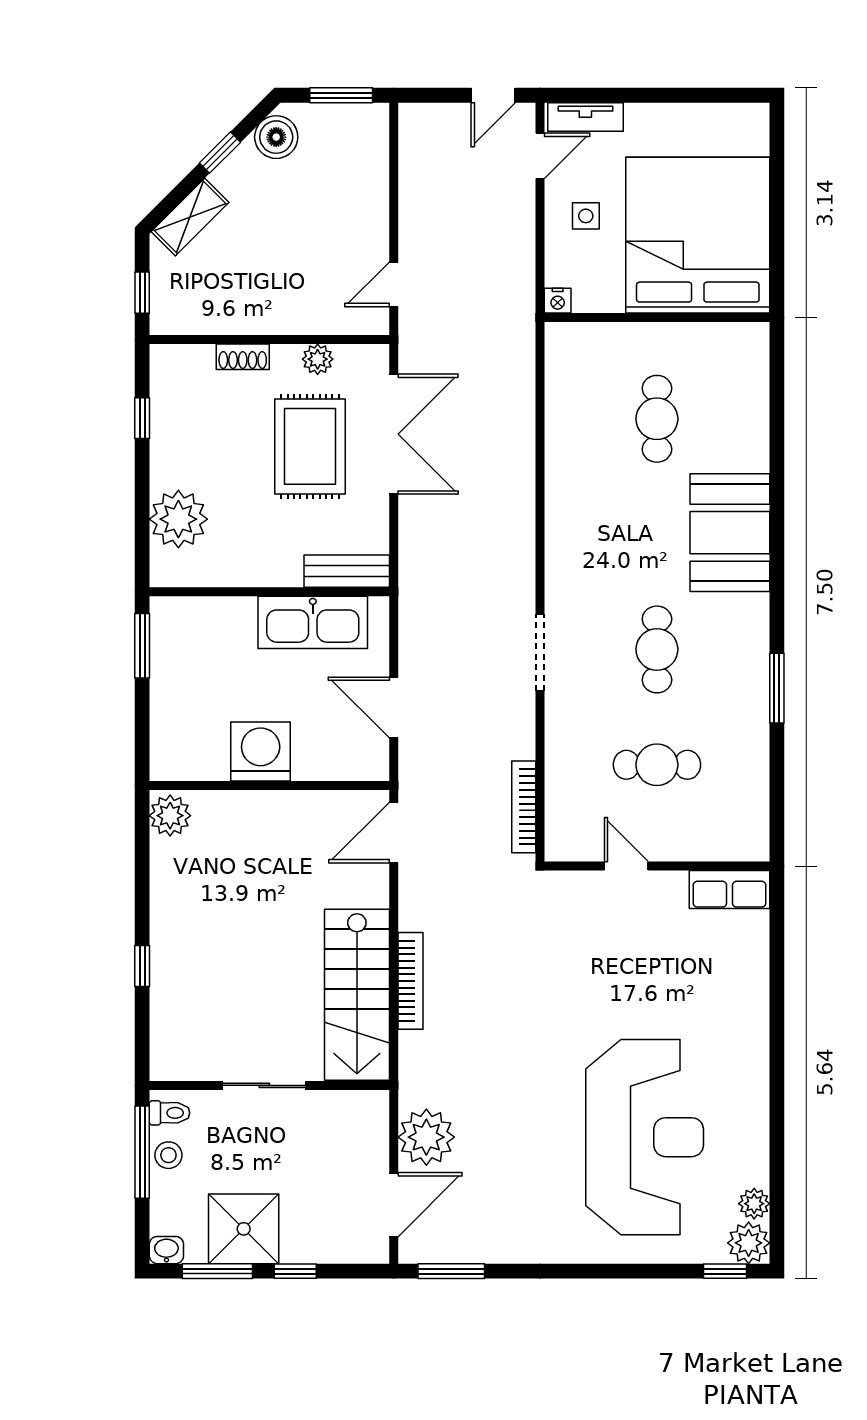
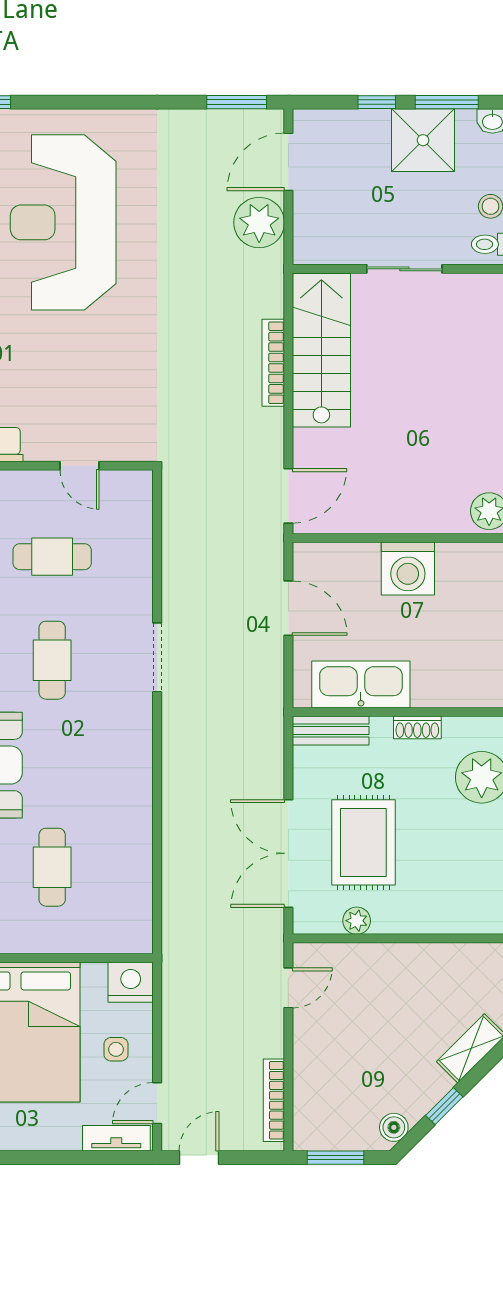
boiler: (276, 137) -> (394, 1127), width x0.73, depth x0.73
nightstand: (558, 301) -> (131, 982), width x1.89, depth x1.79
shoe rack: (243, 357) -> (417, 727), moved, turned 180
bookcase: (524, 807) -> (274, 1100), moved, turned 180

